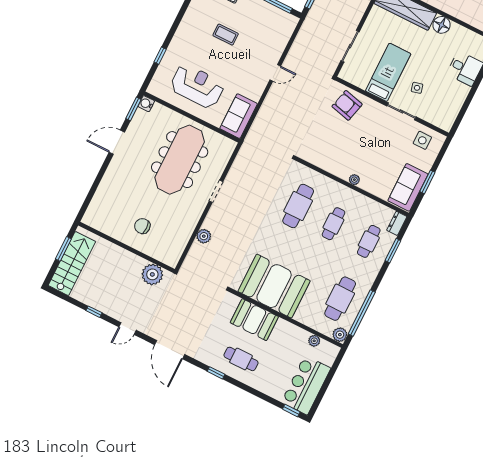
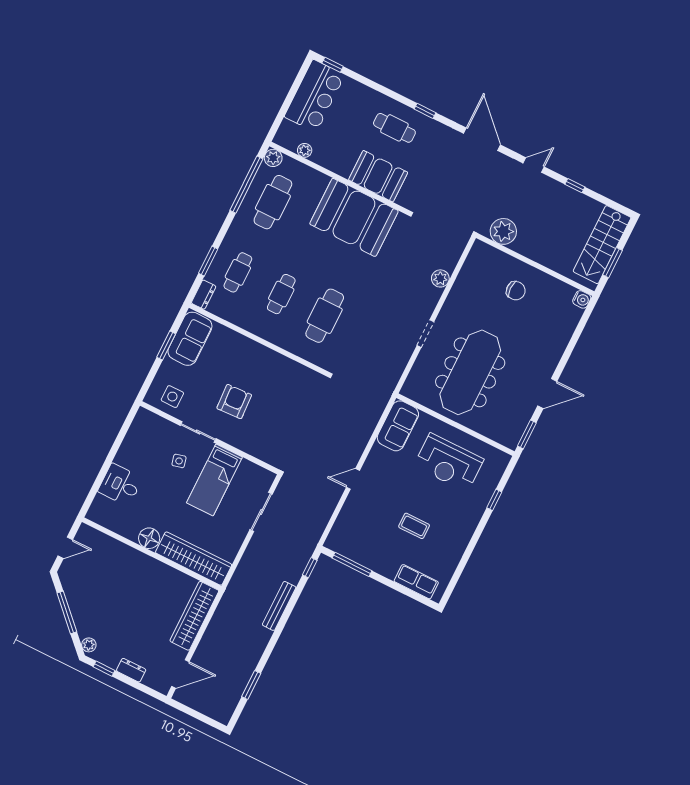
water cooler: (146, 104) -> (582, 299), moved
armchair: (347, 105) -> (234, 402), moved, turned -107
plant: (354, 180) -> (256, 348), removed

